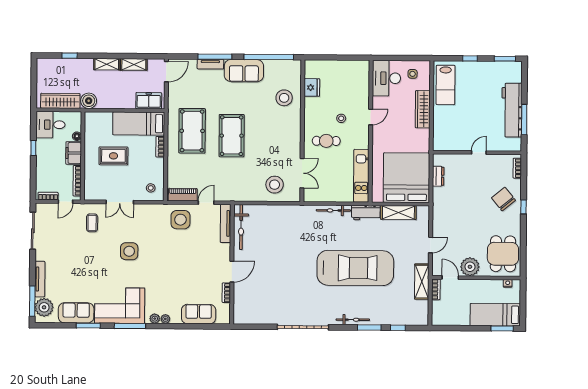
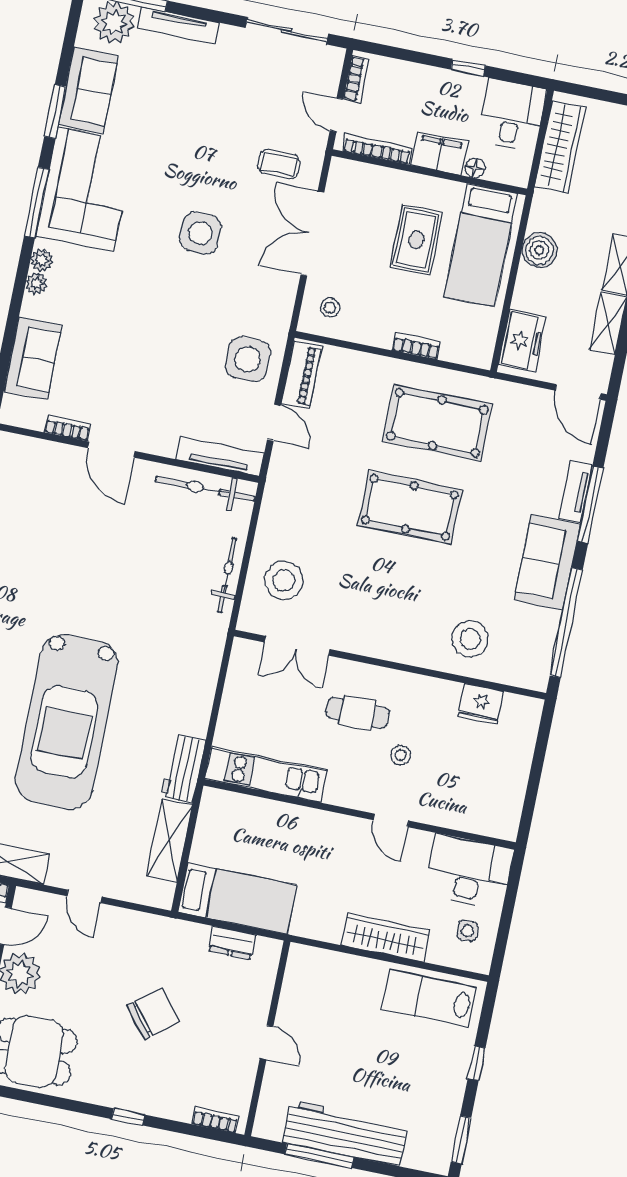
boiler: (89, 101) -> (539, 250), moved
bed: (139, 124) -> (481, 245), moved, turned 180
cafe table: (326, 141) -> (358, 713), turned 90
bed: (407, 178) -> (237, 899), width x0.49
chair: (504, 199) -> (153, 1014), moved
double door: (120, 202) -> (312, 234), width x1.37
bicycle: (333, 210) -> (227, 575), moved

